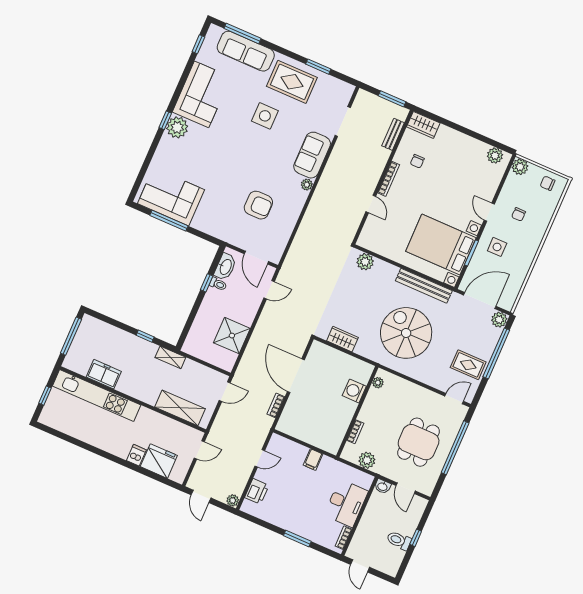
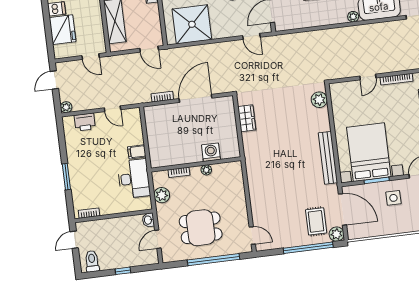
spiral stairs: (406, 333) -> (282, 166), removed
shower: (232, 336) -> (192, 24), width x1.37, depth x1.37
rug: (468, 365) -> (316, 221), moved
plant: (378, 383) -> (206, 170), moved
desk: (346, 503) -> (134, 179), moved, turned -90
toilet: (399, 540) -> (92, 261), moved

